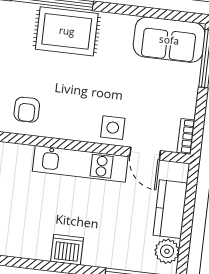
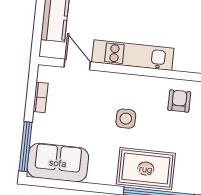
side table: (113, 128) -> (126, 119), moved
bookcase: (186, 136) -> (41, 97), moved

